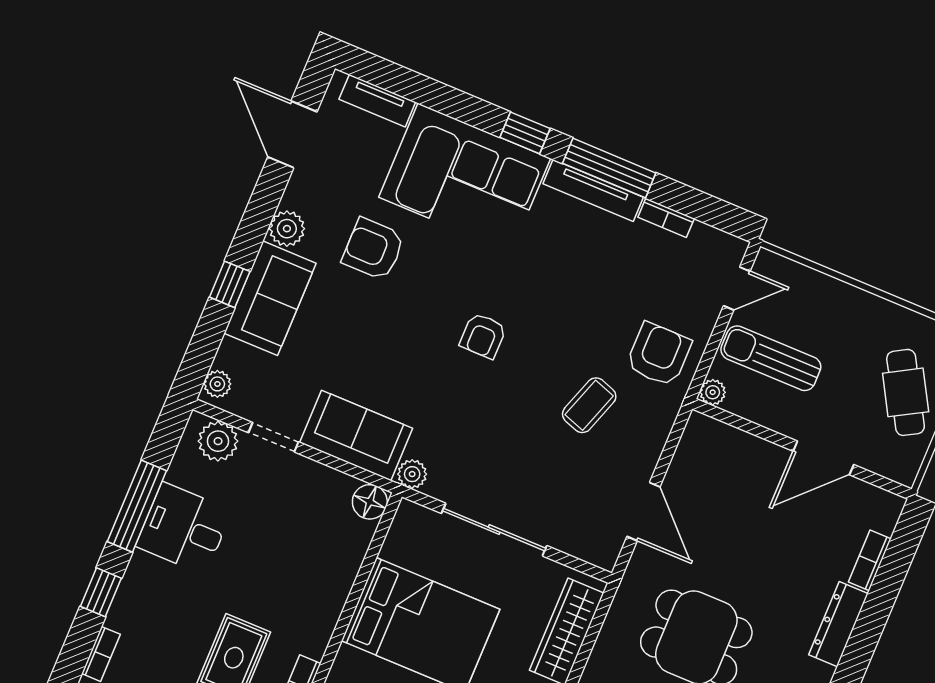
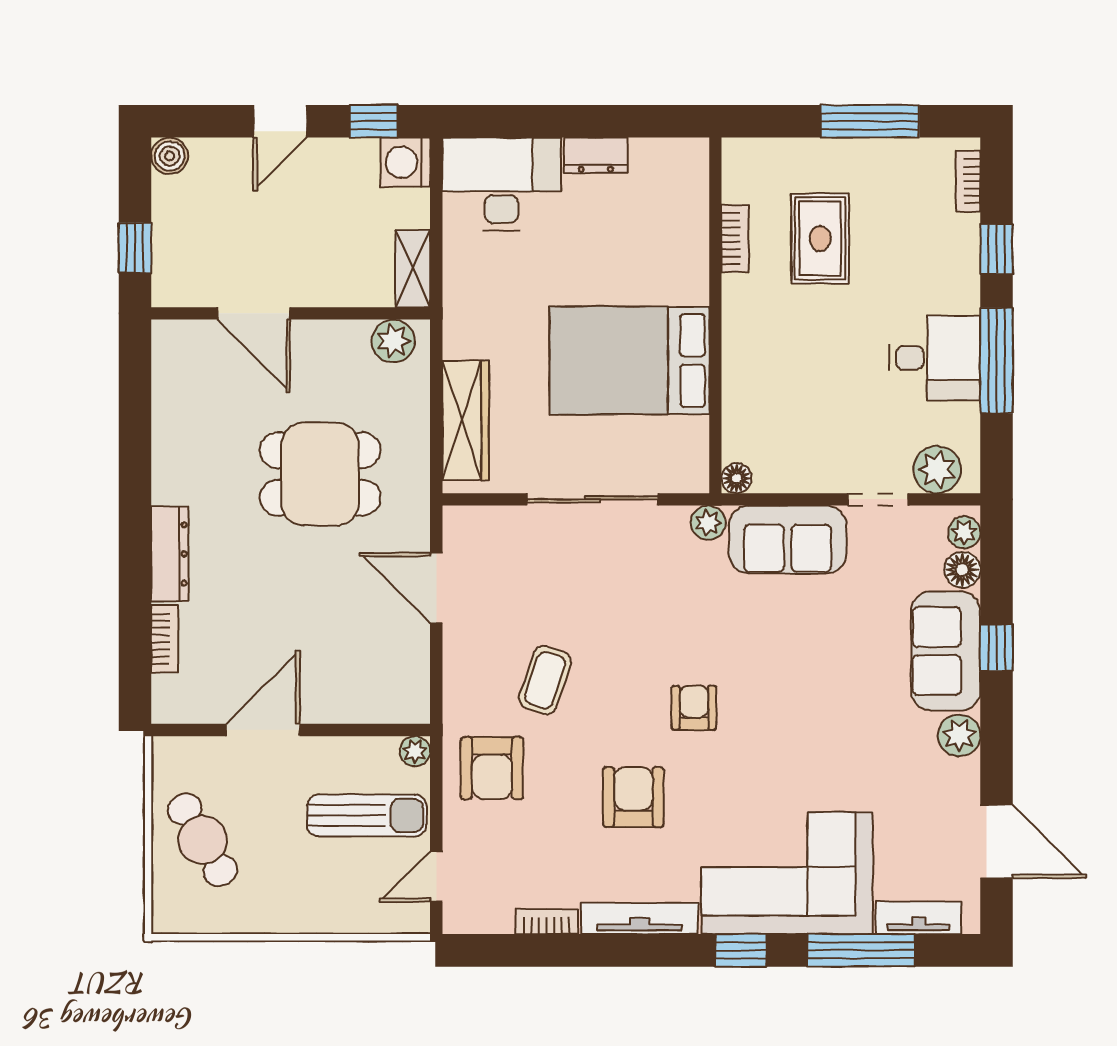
window: (609, 168) -> (861, 950), moved
armchair: (373, 249) -> (633, 797), moved, turned -90
floor lamp: (231, 356) -> (962, 570), added
floor lamp: (370, 502) -> (737, 478), width x0.73, depth x0.73

